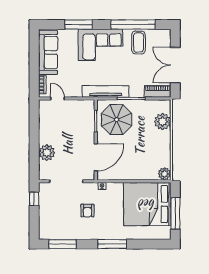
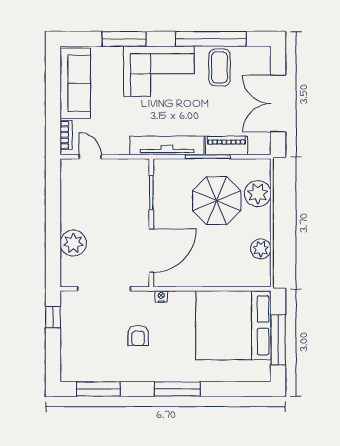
piano: (158, 91) -> (226, 146), moved
parasol: (117, 120) -> (217, 201), moved
plant: (164, 174) -> (261, 249), moved

